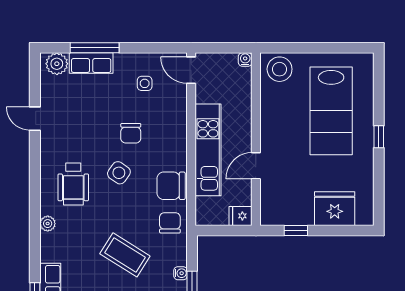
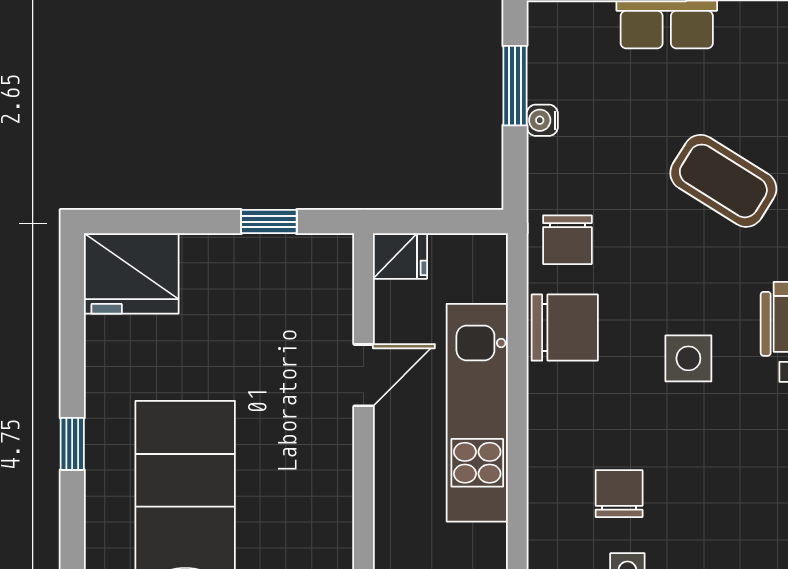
chair: (131, 133) -> (619, 494), moved
side table: (119, 173) -> (688, 358), turned -35
fridge: (335, 209) -> (131, 273), moved
coffee table: (125, 255) -> (723, 181), moved

